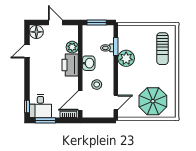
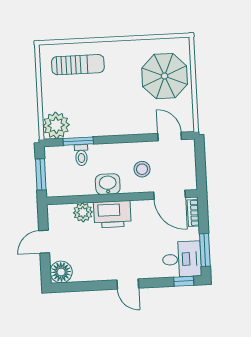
door: (27, 51) -> (128, 284), moved
plant: (126, 58) -> (56, 125), moved

